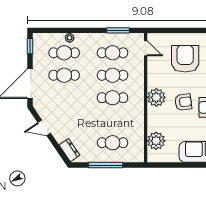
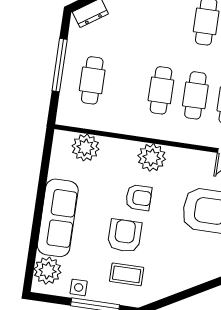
armchair: (183, 102) -> (139, 198), turned -83

